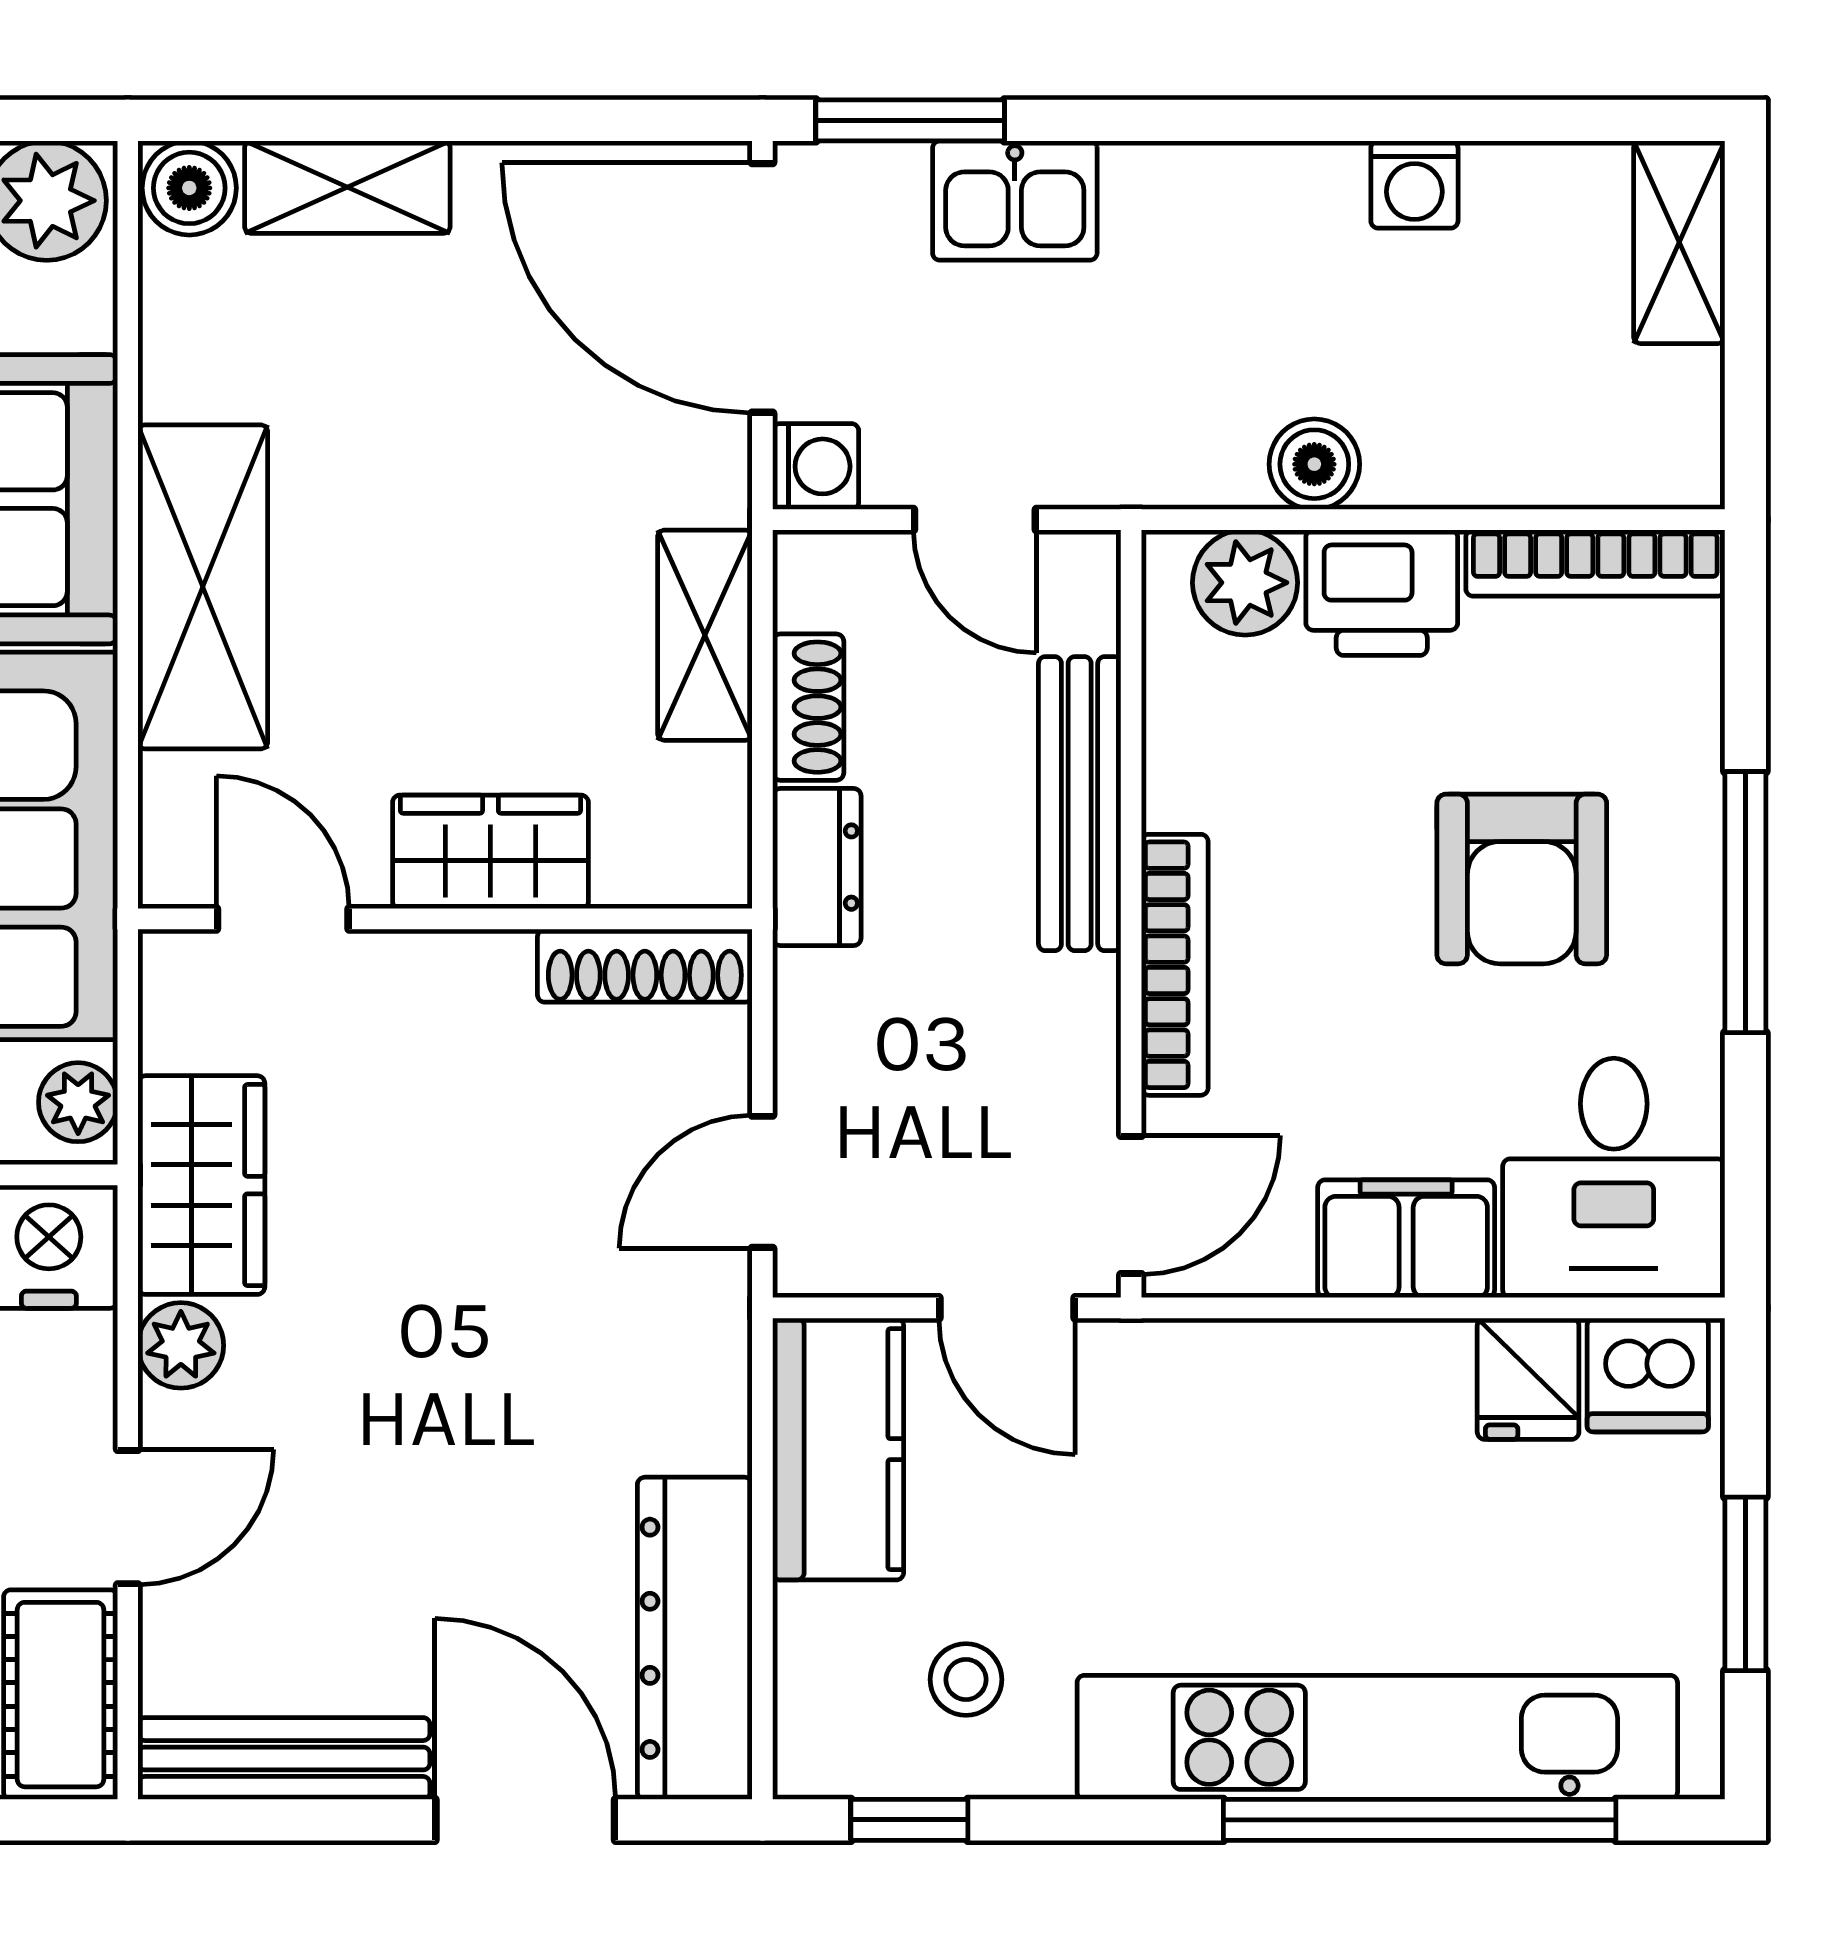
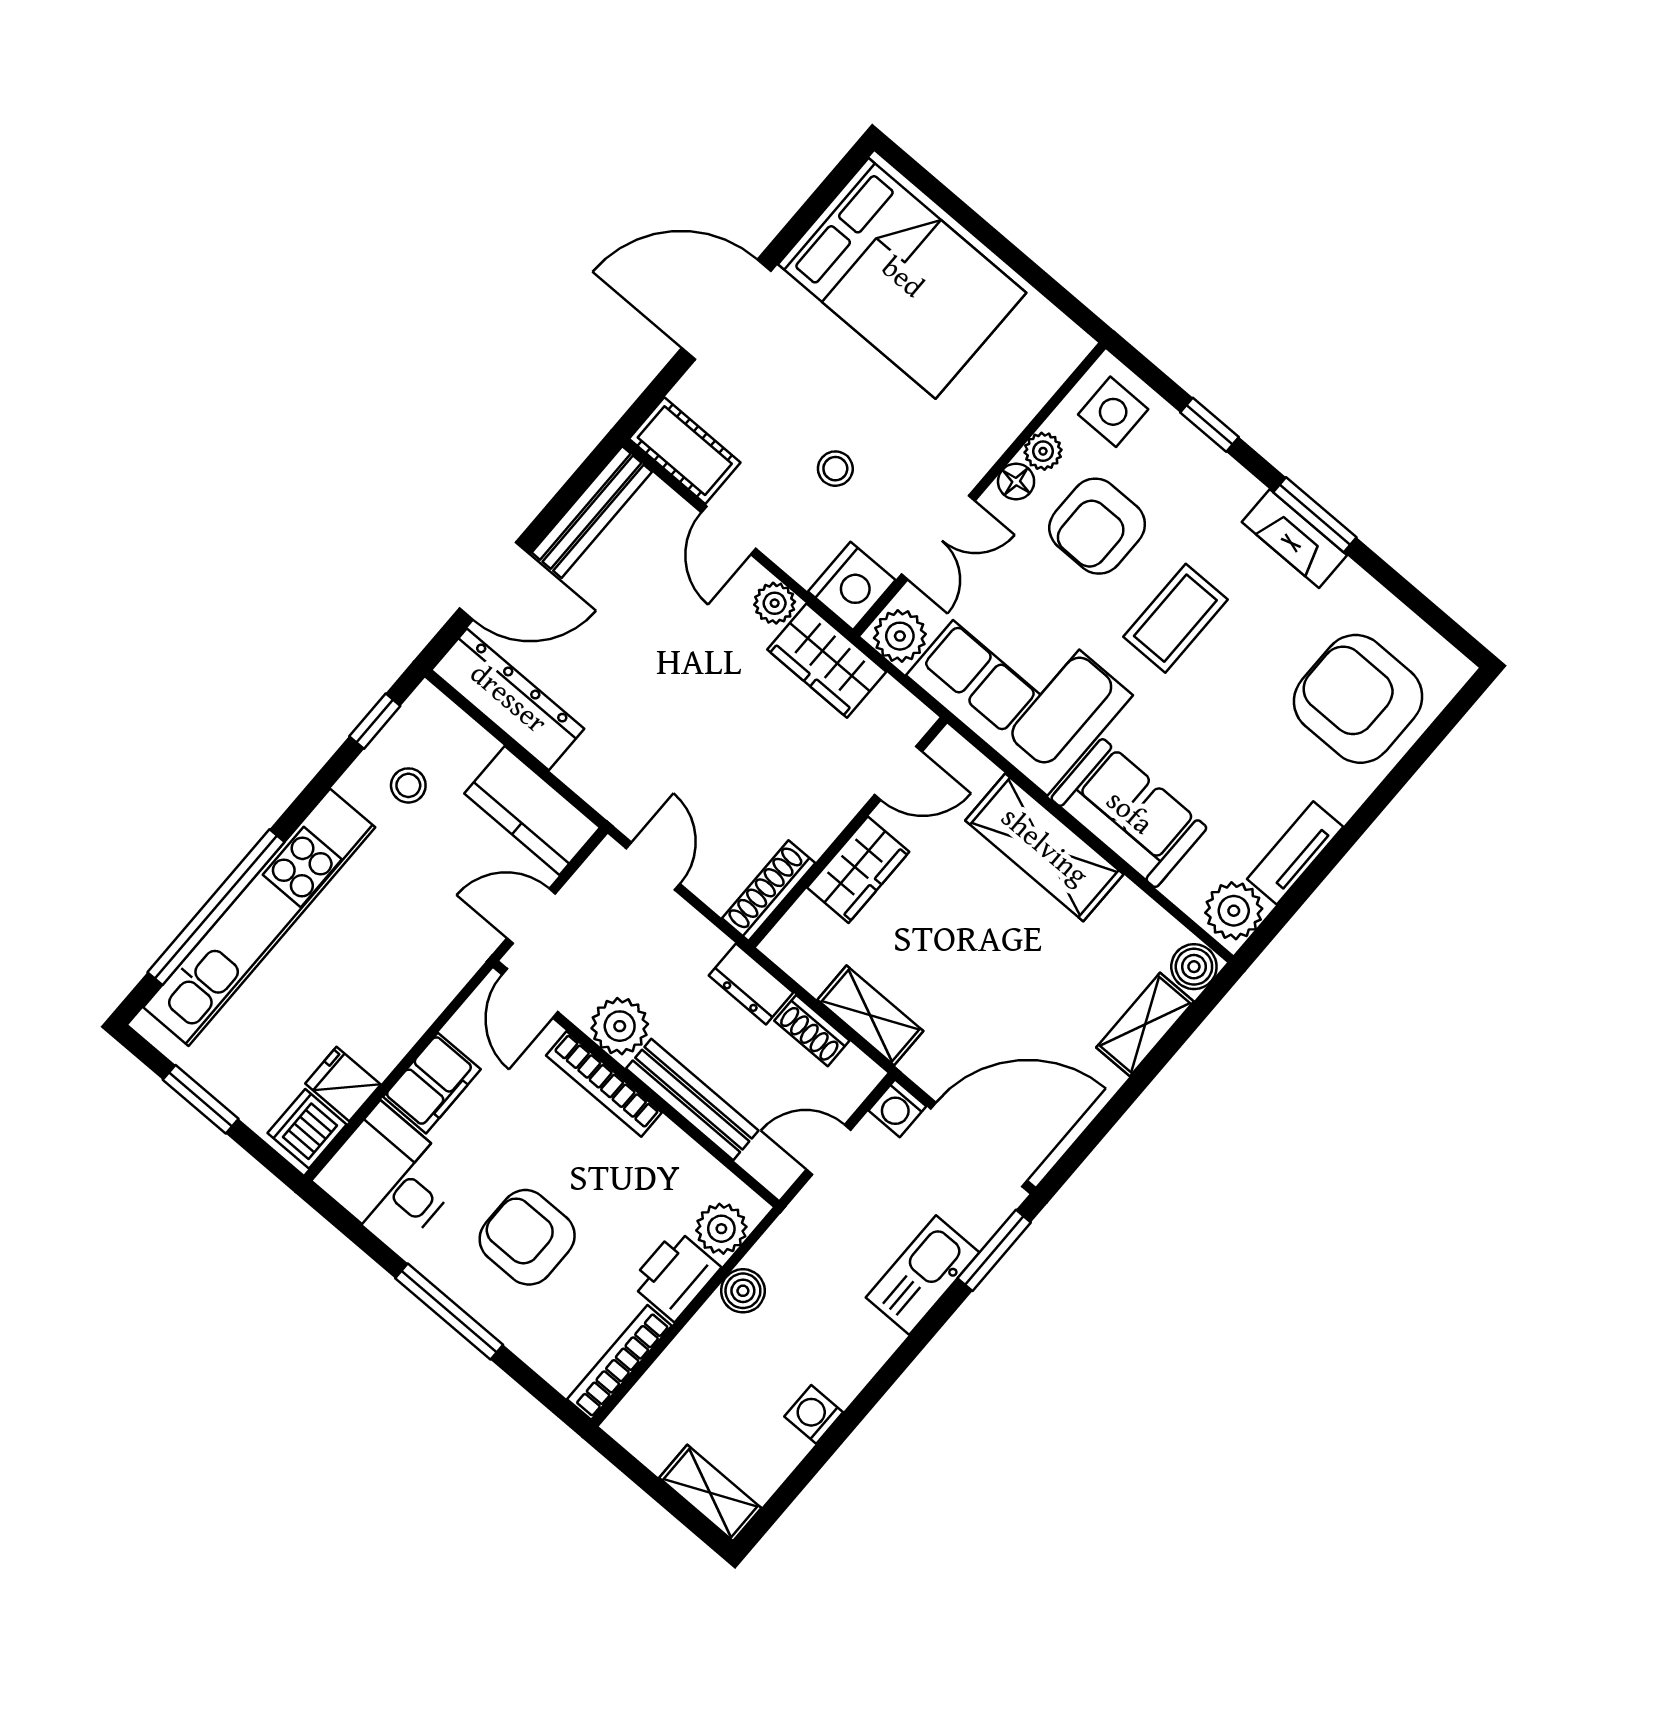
kitchen sink: (1015, 201) -> (923, 1275), width x1.38
plant: (1061, 1018) -> (620, 1026), added
plant: (78, 1102) -> (900, 636), width x1.38, depth x1.38

